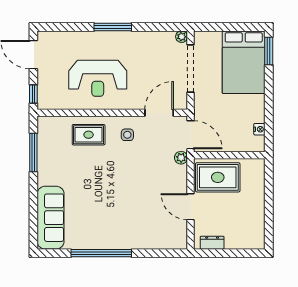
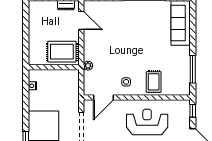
rug: (89, 135) -> (154, 82), turned 90
door: (191, 135) -> (81, 82), removed
door: (191, 207) -> (81, 20), moved

